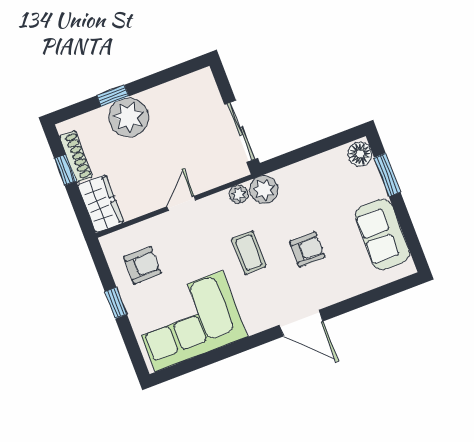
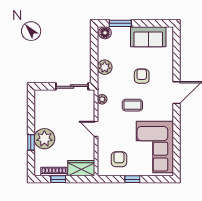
plant: (264, 190) -> (105, 67), moved

